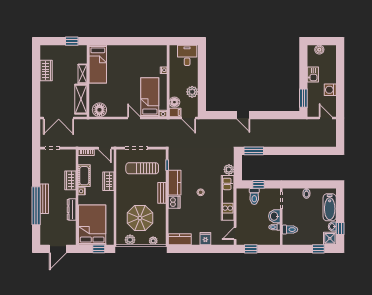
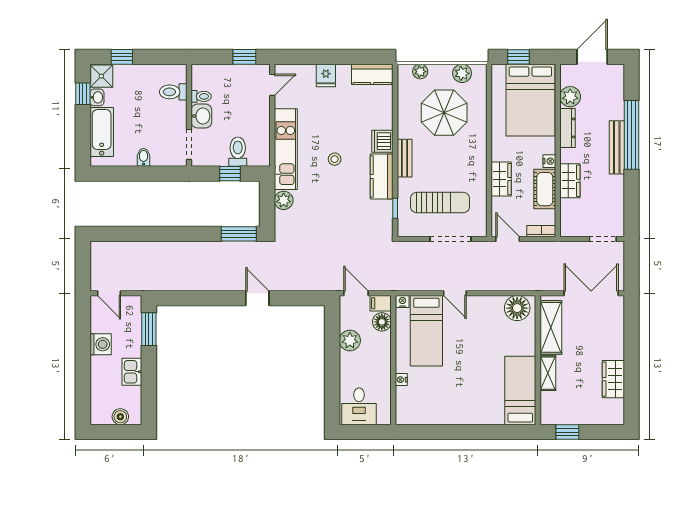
plant: (70, 227) -> (570, 97), added

